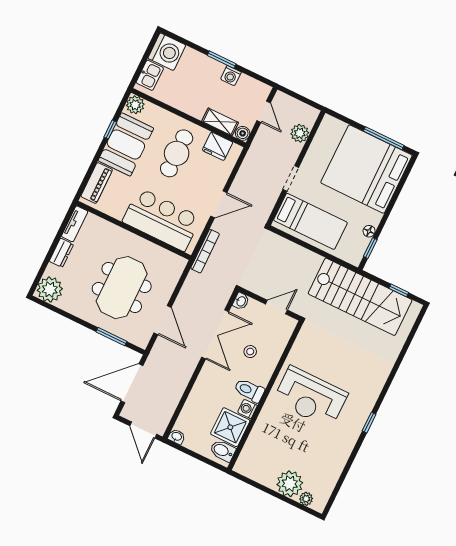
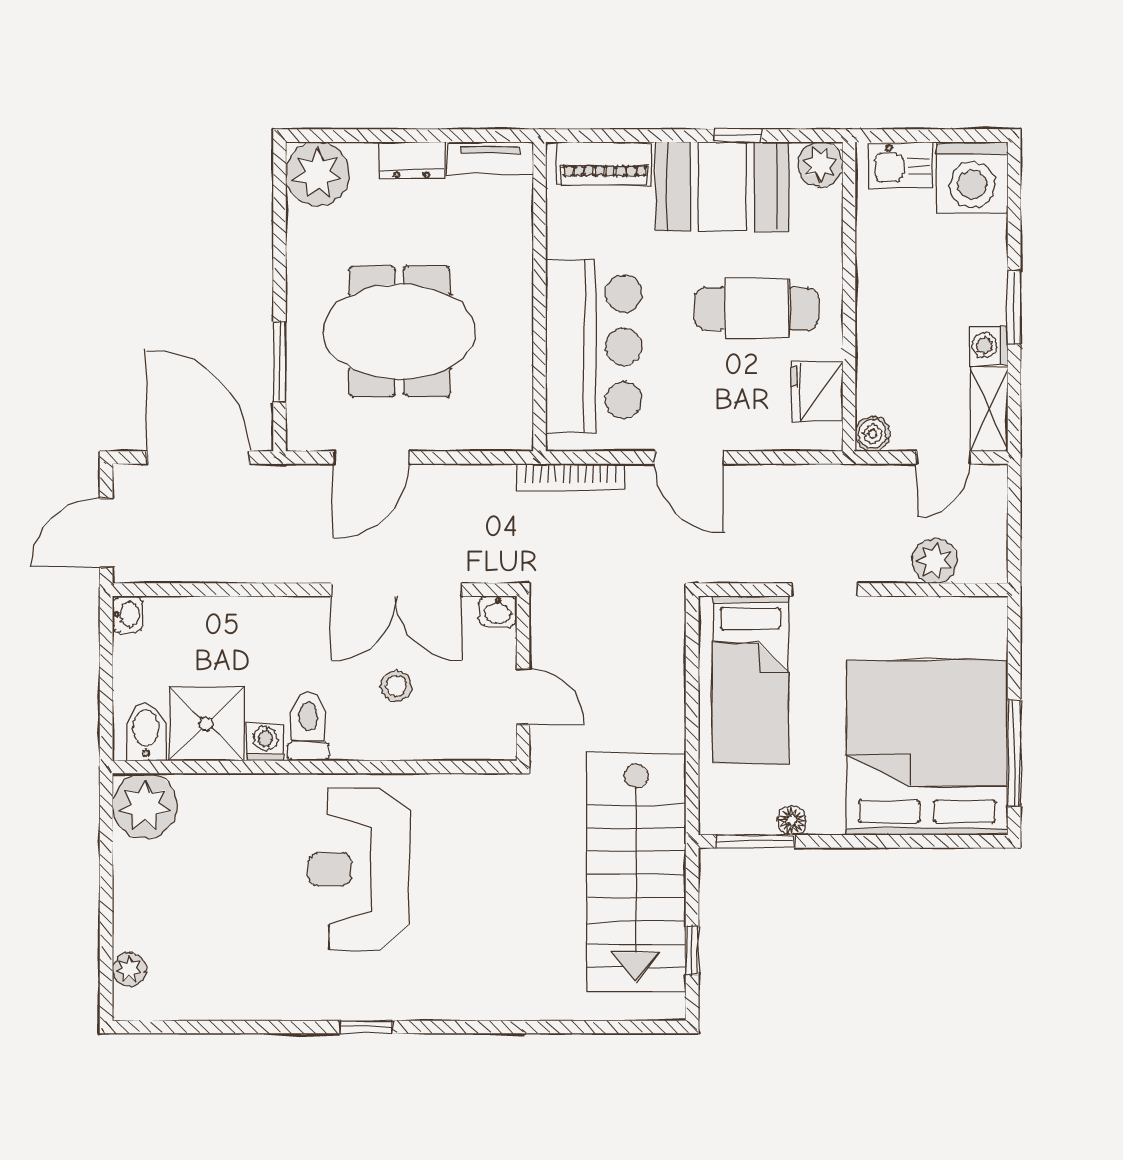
shelving: (220, 122) -> (989, 410), moved
window: (370, 248) -> (755, 841), width x1.50
plant: (290, 484) -> (145, 806), moved

